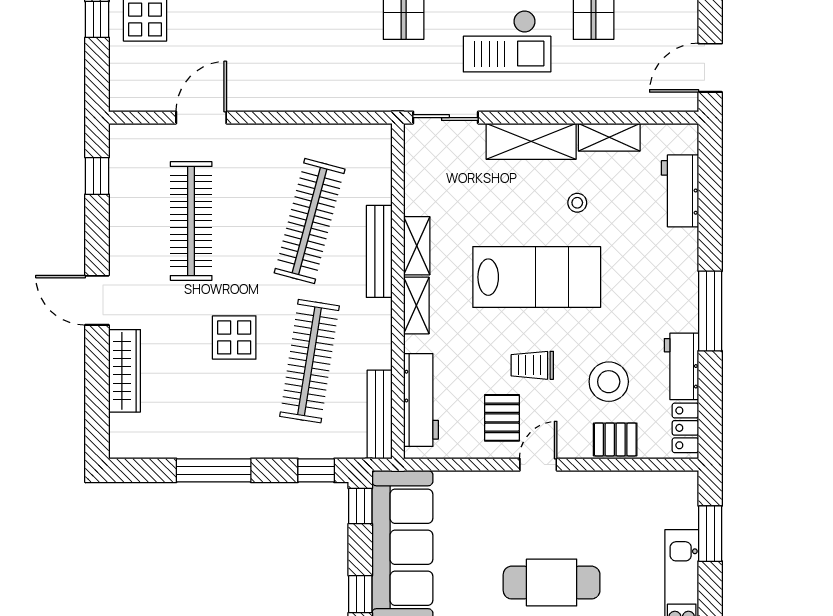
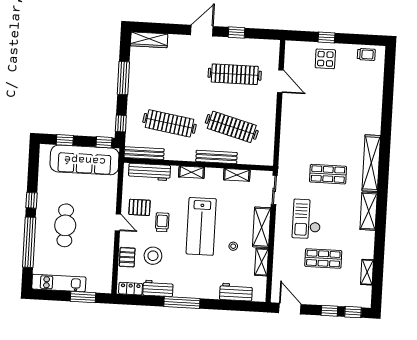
window: (97, 176) -> (236, 32), moved
shelving: (417, 246) -> (237, 175), moved
display table: (234, 337) -> (182, 90), removed
wardrobe: (125, 371) -> (149, 40), moved

